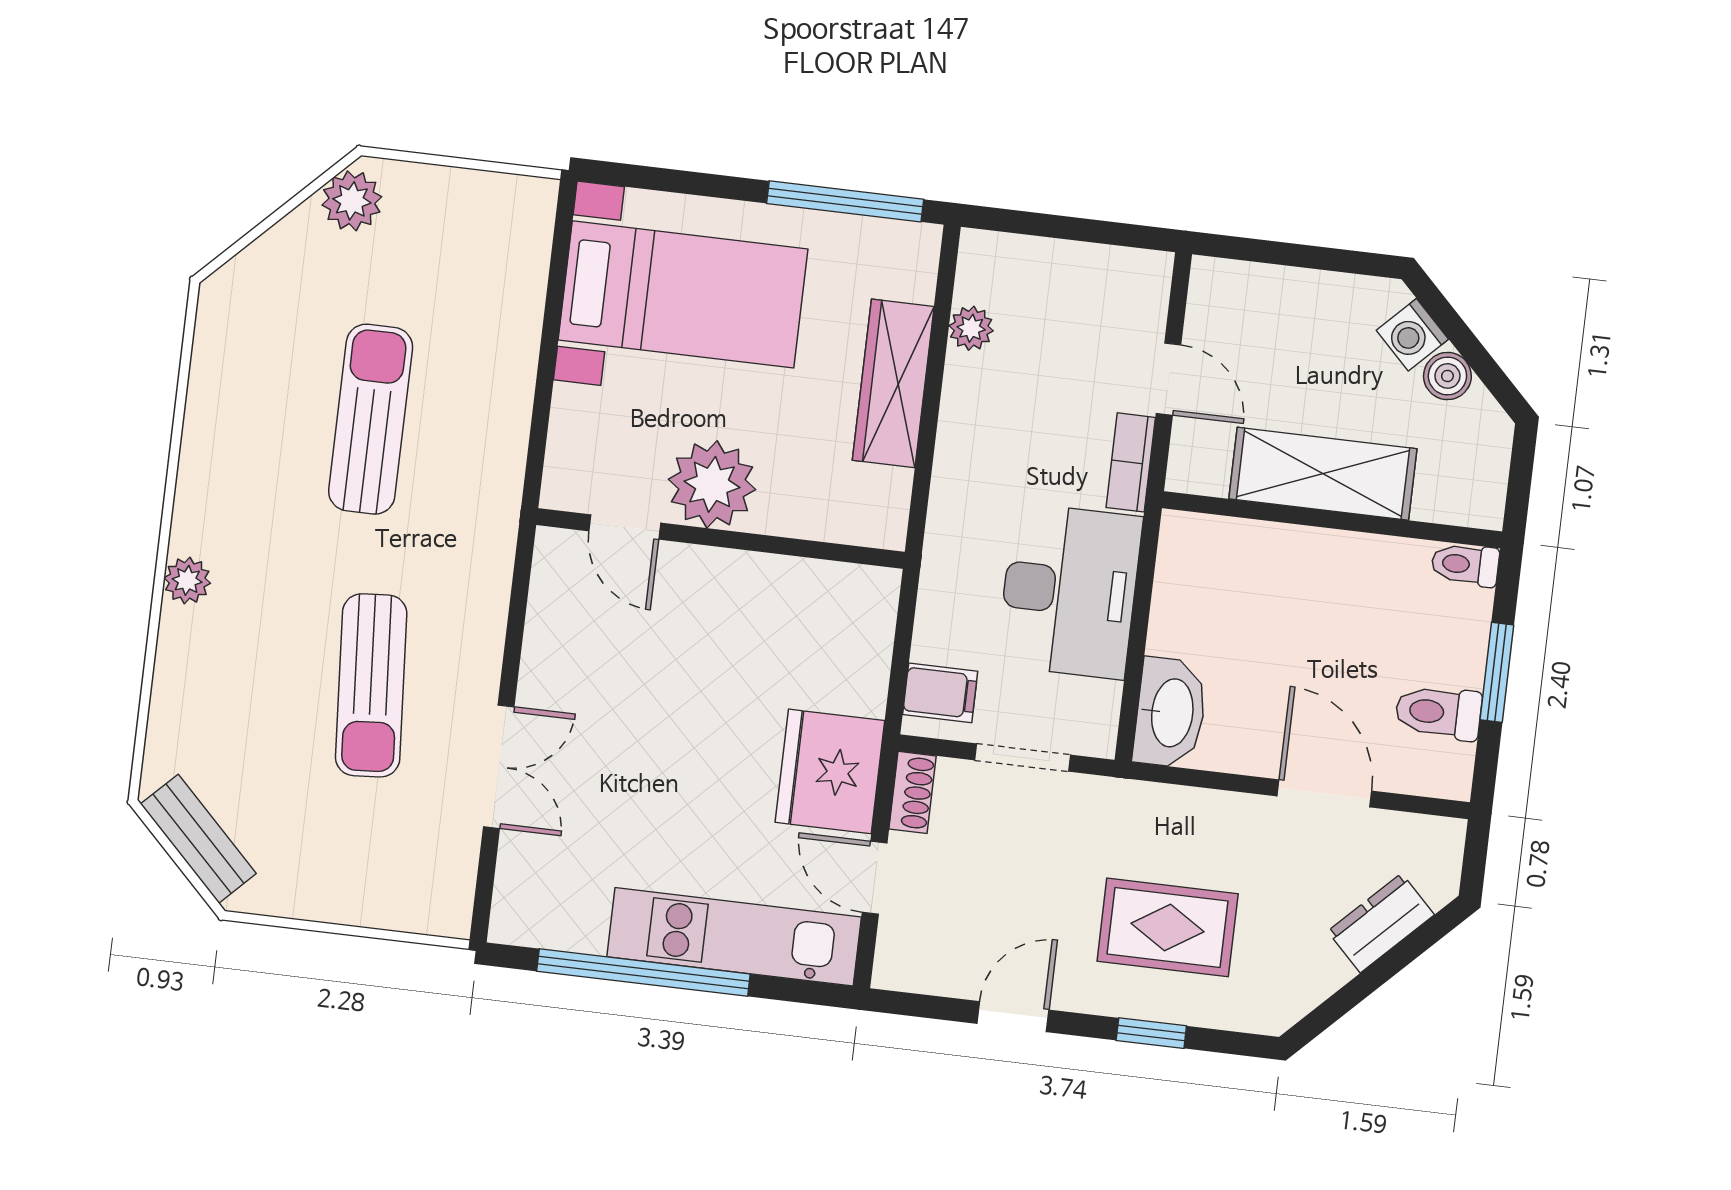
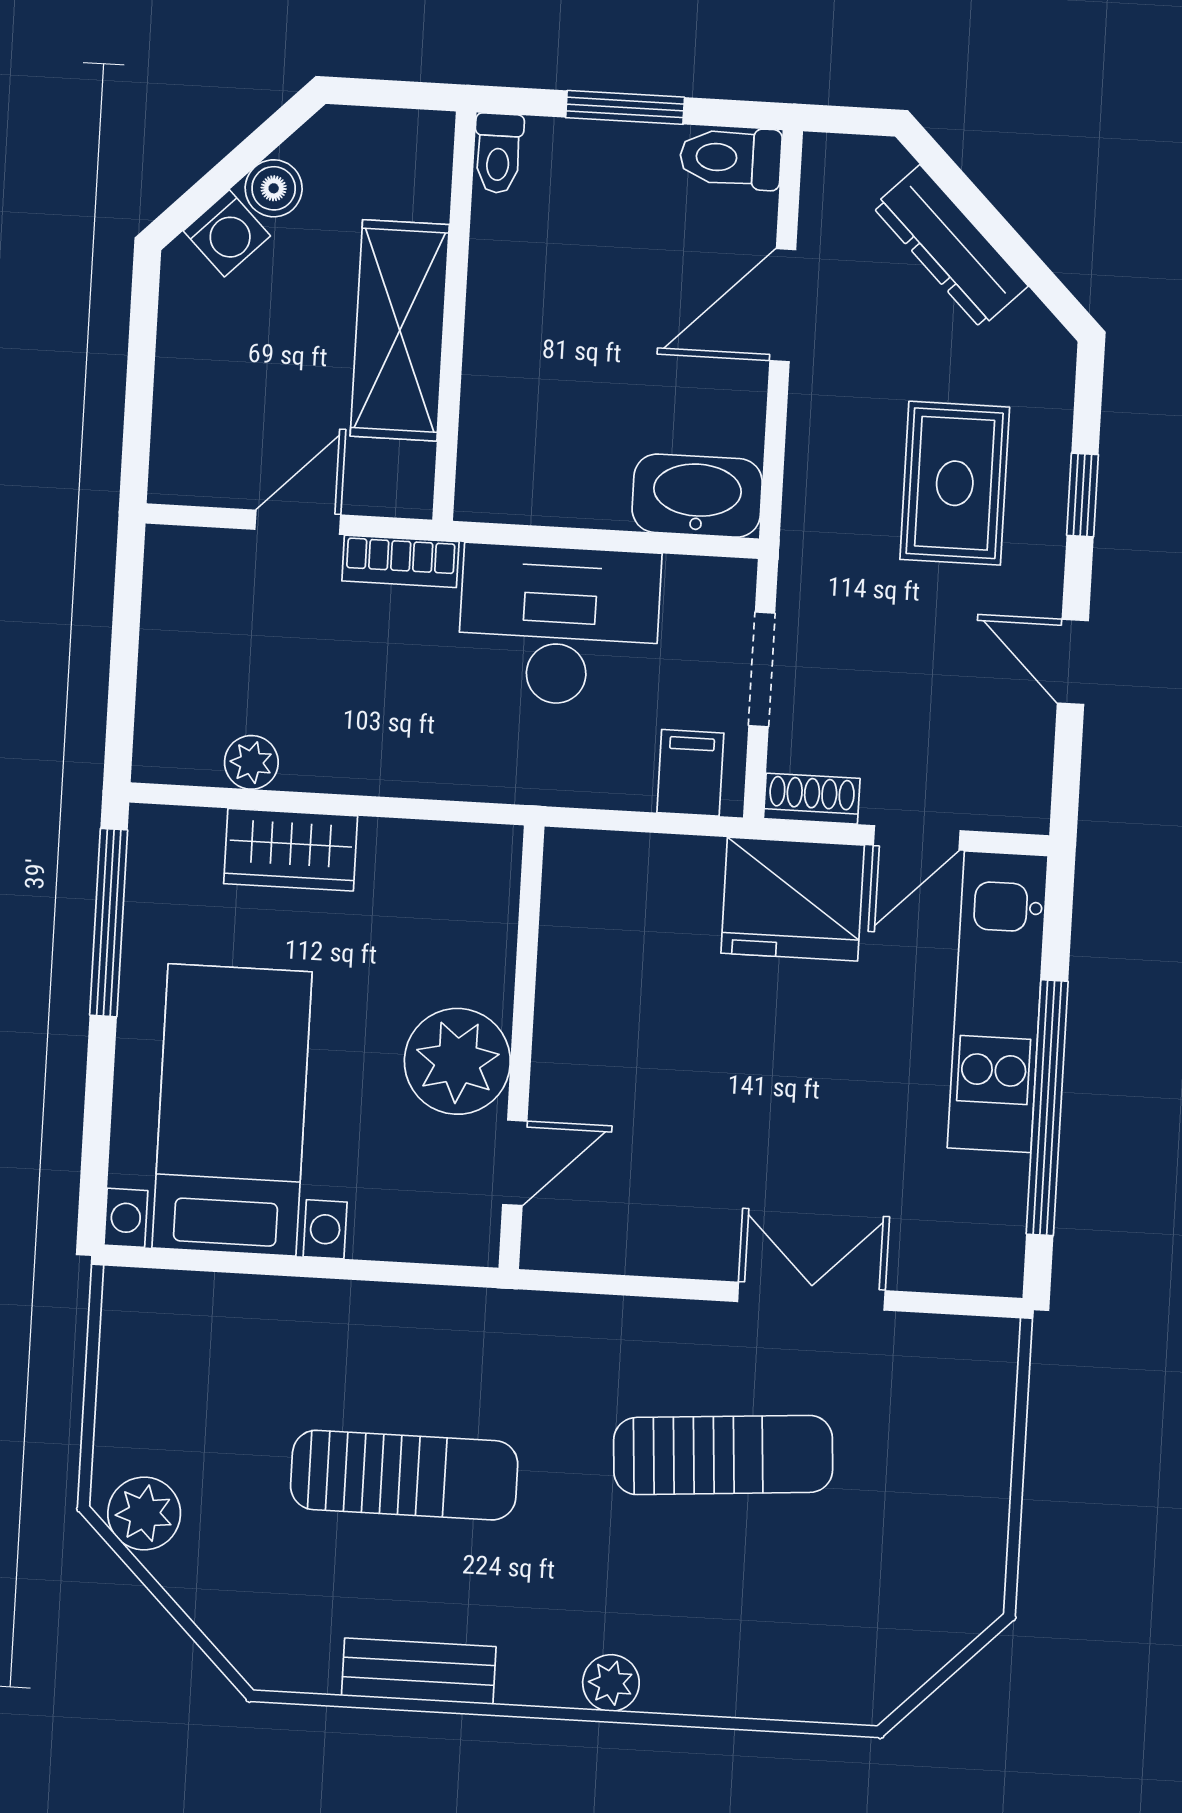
wardrobe: (893, 383) -> (291, 850), width x0.67
sun lounger: (371, 419) -> (404, 1475), turned 180
toilet: (1438, 712) -> (731, 158), moved, turned 90
bench: (198, 839) -> (419, 1671), moved, turned 45
dresser: (1381, 923) -> (950, 246), width x1.44

